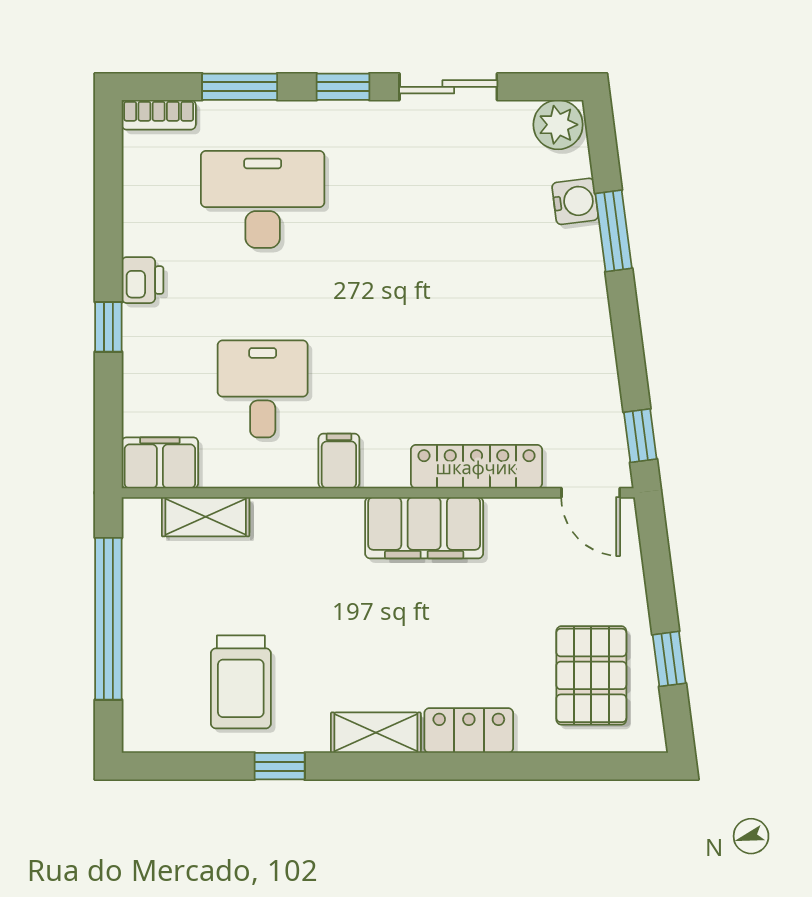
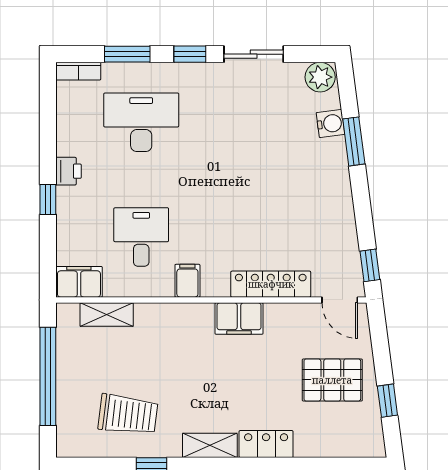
filing cabinet: (424, 528) -> (239, 319), width x0.67, depth x0.86
pallet: (591, 675) -> (332, 380), moved, turned 90
trolley: (241, 682) -> (128, 415), turned -83

